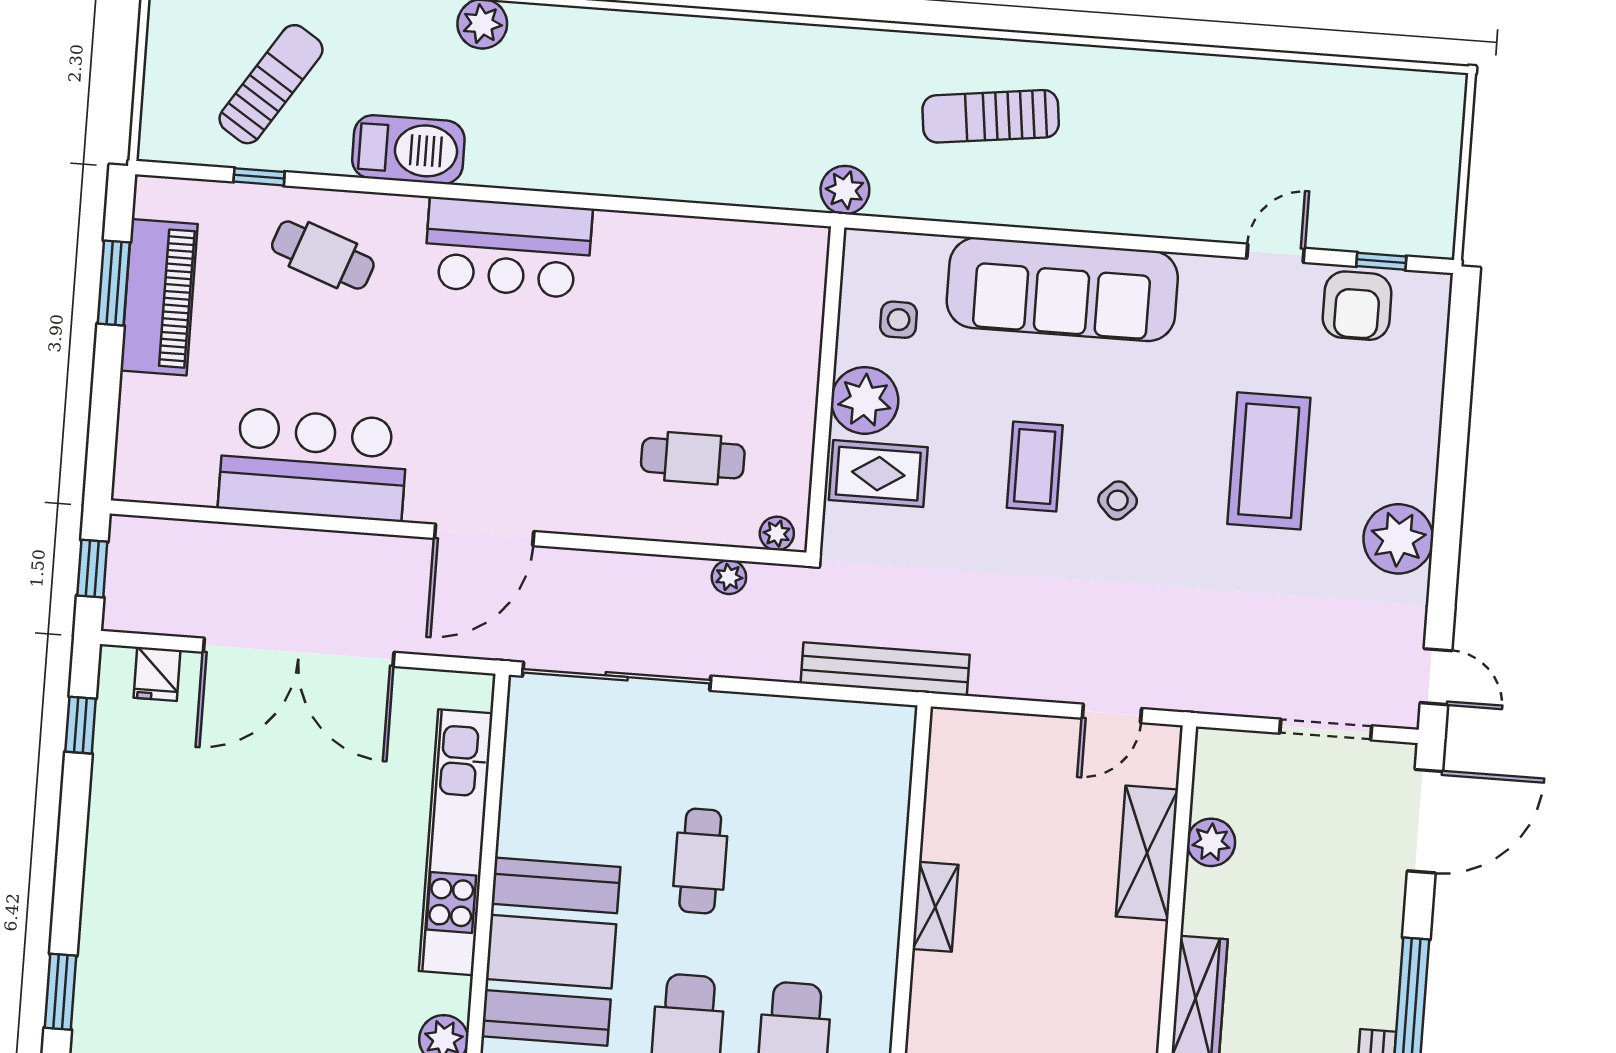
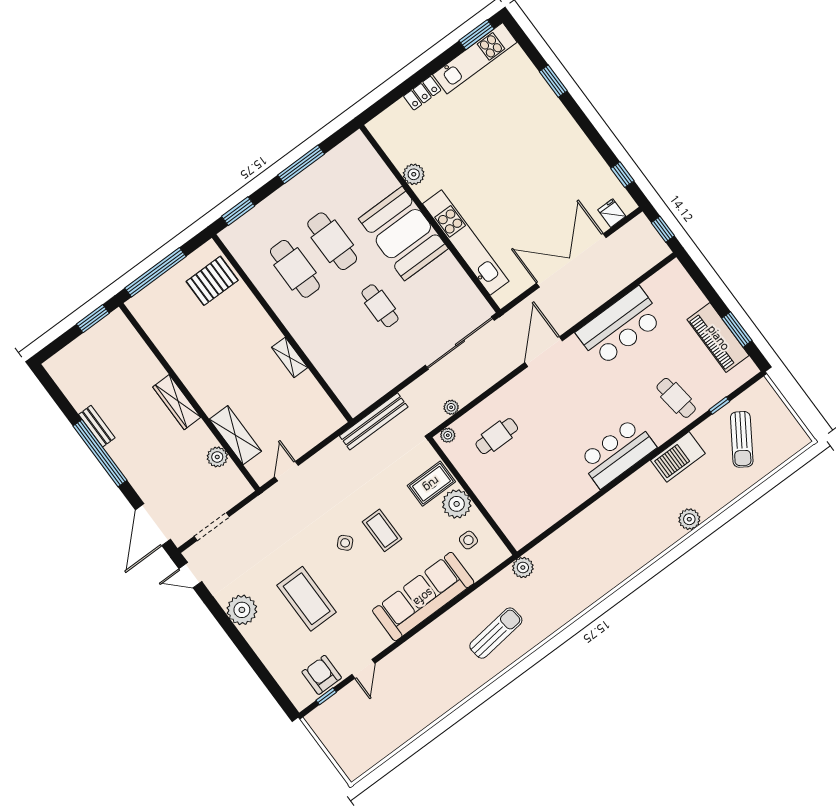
cafe table: (323, 255) -> (676, 398), turned 63

